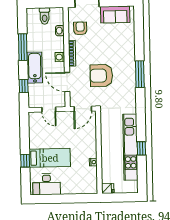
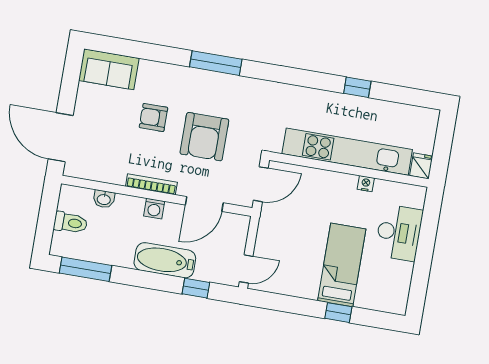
sofa: (115, 15) -> (109, 69), moved, turned 90
armchair: (80, 28) -> (153, 117), moved
window: (23, 47) -> (85, 269), moved
door: (83, 109) -> (261, 184), hinge flipped
door: (49, 110) -> (246, 269), moved
kitchen unit: (130, 147) -> (347, 152), moved, turned 180
desk: (47, 184) -> (399, 233), moved

